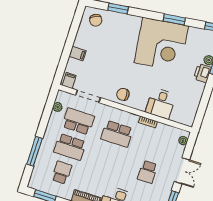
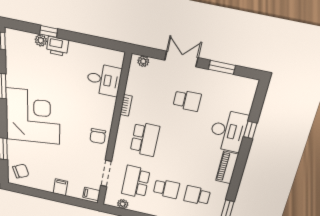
corner desk: (161, 44) -> (33, 116), moved
desk: (161, 103) -> (104, 80), moved
school desk: (70, 147) -> (166, 189), width x0.54

